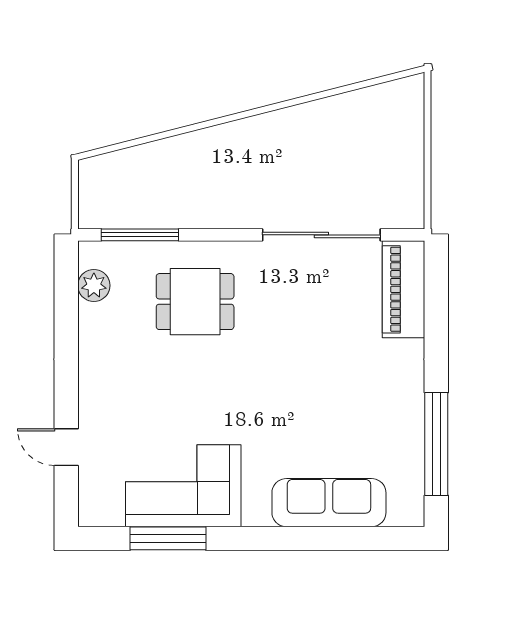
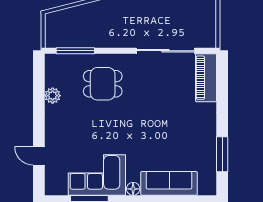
plant: (94, 285) -> (53, 96), moved
window: (436, 444) -> (222, 154), width x0.68
floor lamp: (256, 514) -> (133, 189), added

